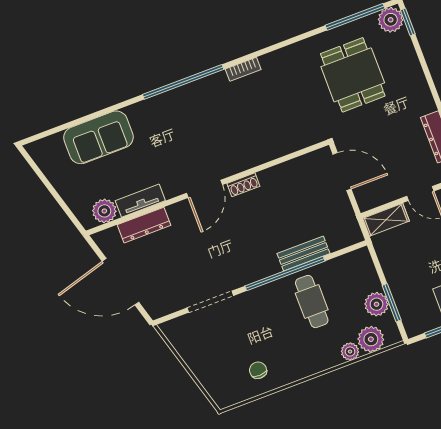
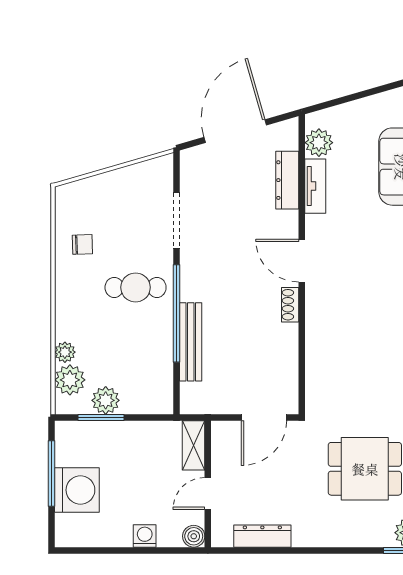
bench: (303, 253) -> (191, 342), width x1.36
cafe table: (312, 302) -> (136, 287), moved

